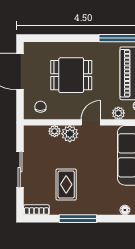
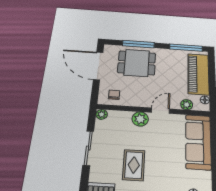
window: (63, 38) -> (138, 44), added
dining table: (71, 75) -> (137, 63), moved
plant: (55, 131) -> (102, 114), moved

